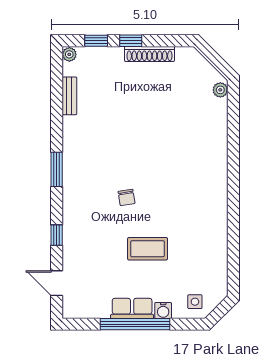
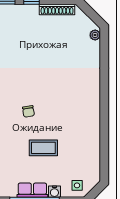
shoe rack: (149, 54) -> (57, 9), moved

